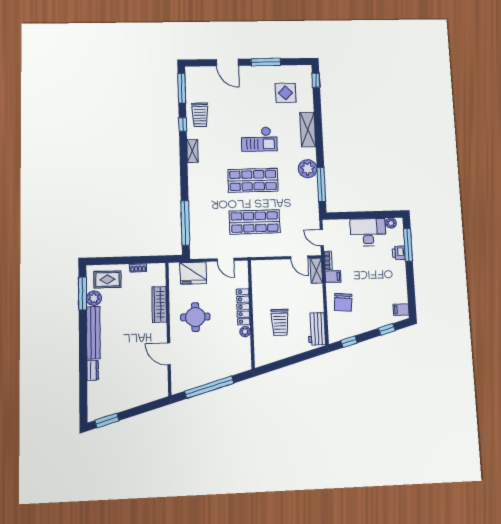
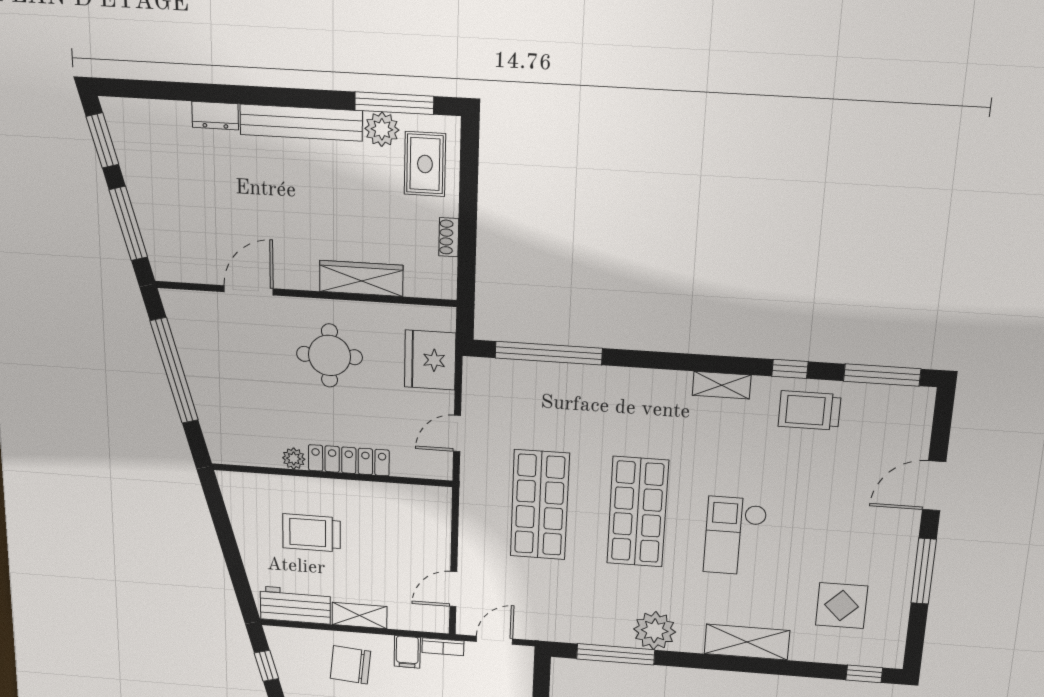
shelving: (316, 271) -> (359, 615), moved
window: (143, 409) -> (128, 224), added

